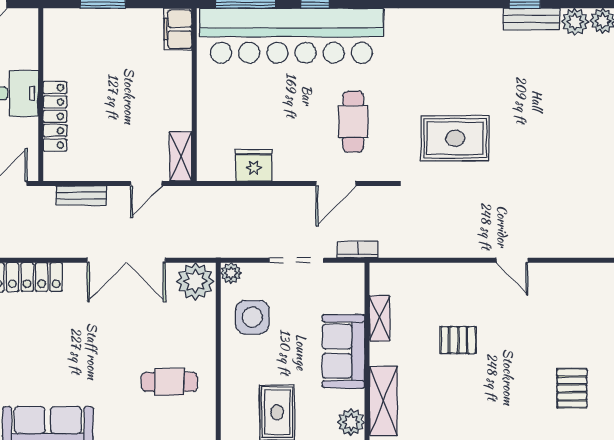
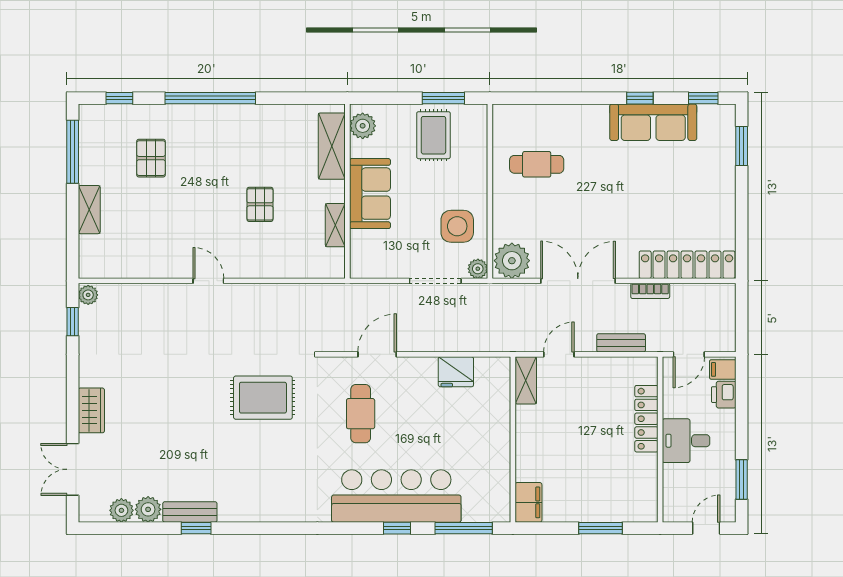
bar counter: (291, 36) -> (396, 496), width x0.73
bookcase: (358, 250) -> (650, 291), moved
doorway: (297, 260) -> (435, 281), moved
pallet: (458, 340) -> (260, 204), turned 90

